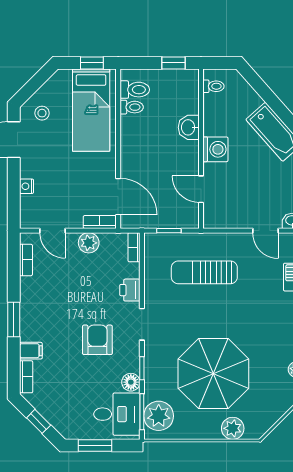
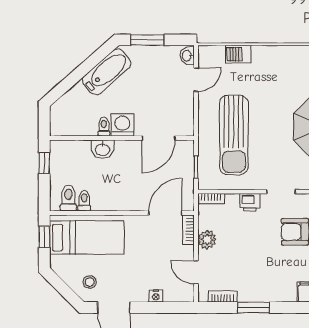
toilet: (213, 86) -> (104, 127), moved
door: (201, 189) -> (159, 138), width x1.38
door: (53, 231) -> (196, 272), swing flipped
sun lounger: (204, 272) -> (234, 135), width x1.36, depth x1.34
window: (14, 320) -> (253, 308), moved

